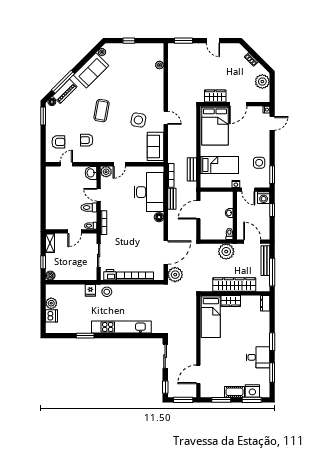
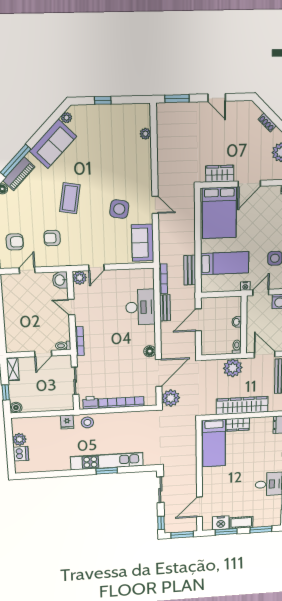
door: (248, 190) -> (261, 292), swing flipped
desk: (149, 192) -> (140, 307), width x0.73, depth x0.77
toilet: (89, 208) -> (60, 323), removed
floor lamp: (159, 217) -> (150, 351), moved
window: (85, 336) -> (107, 471), moved
nightstand: (252, 391) -> (221, 523), moved

